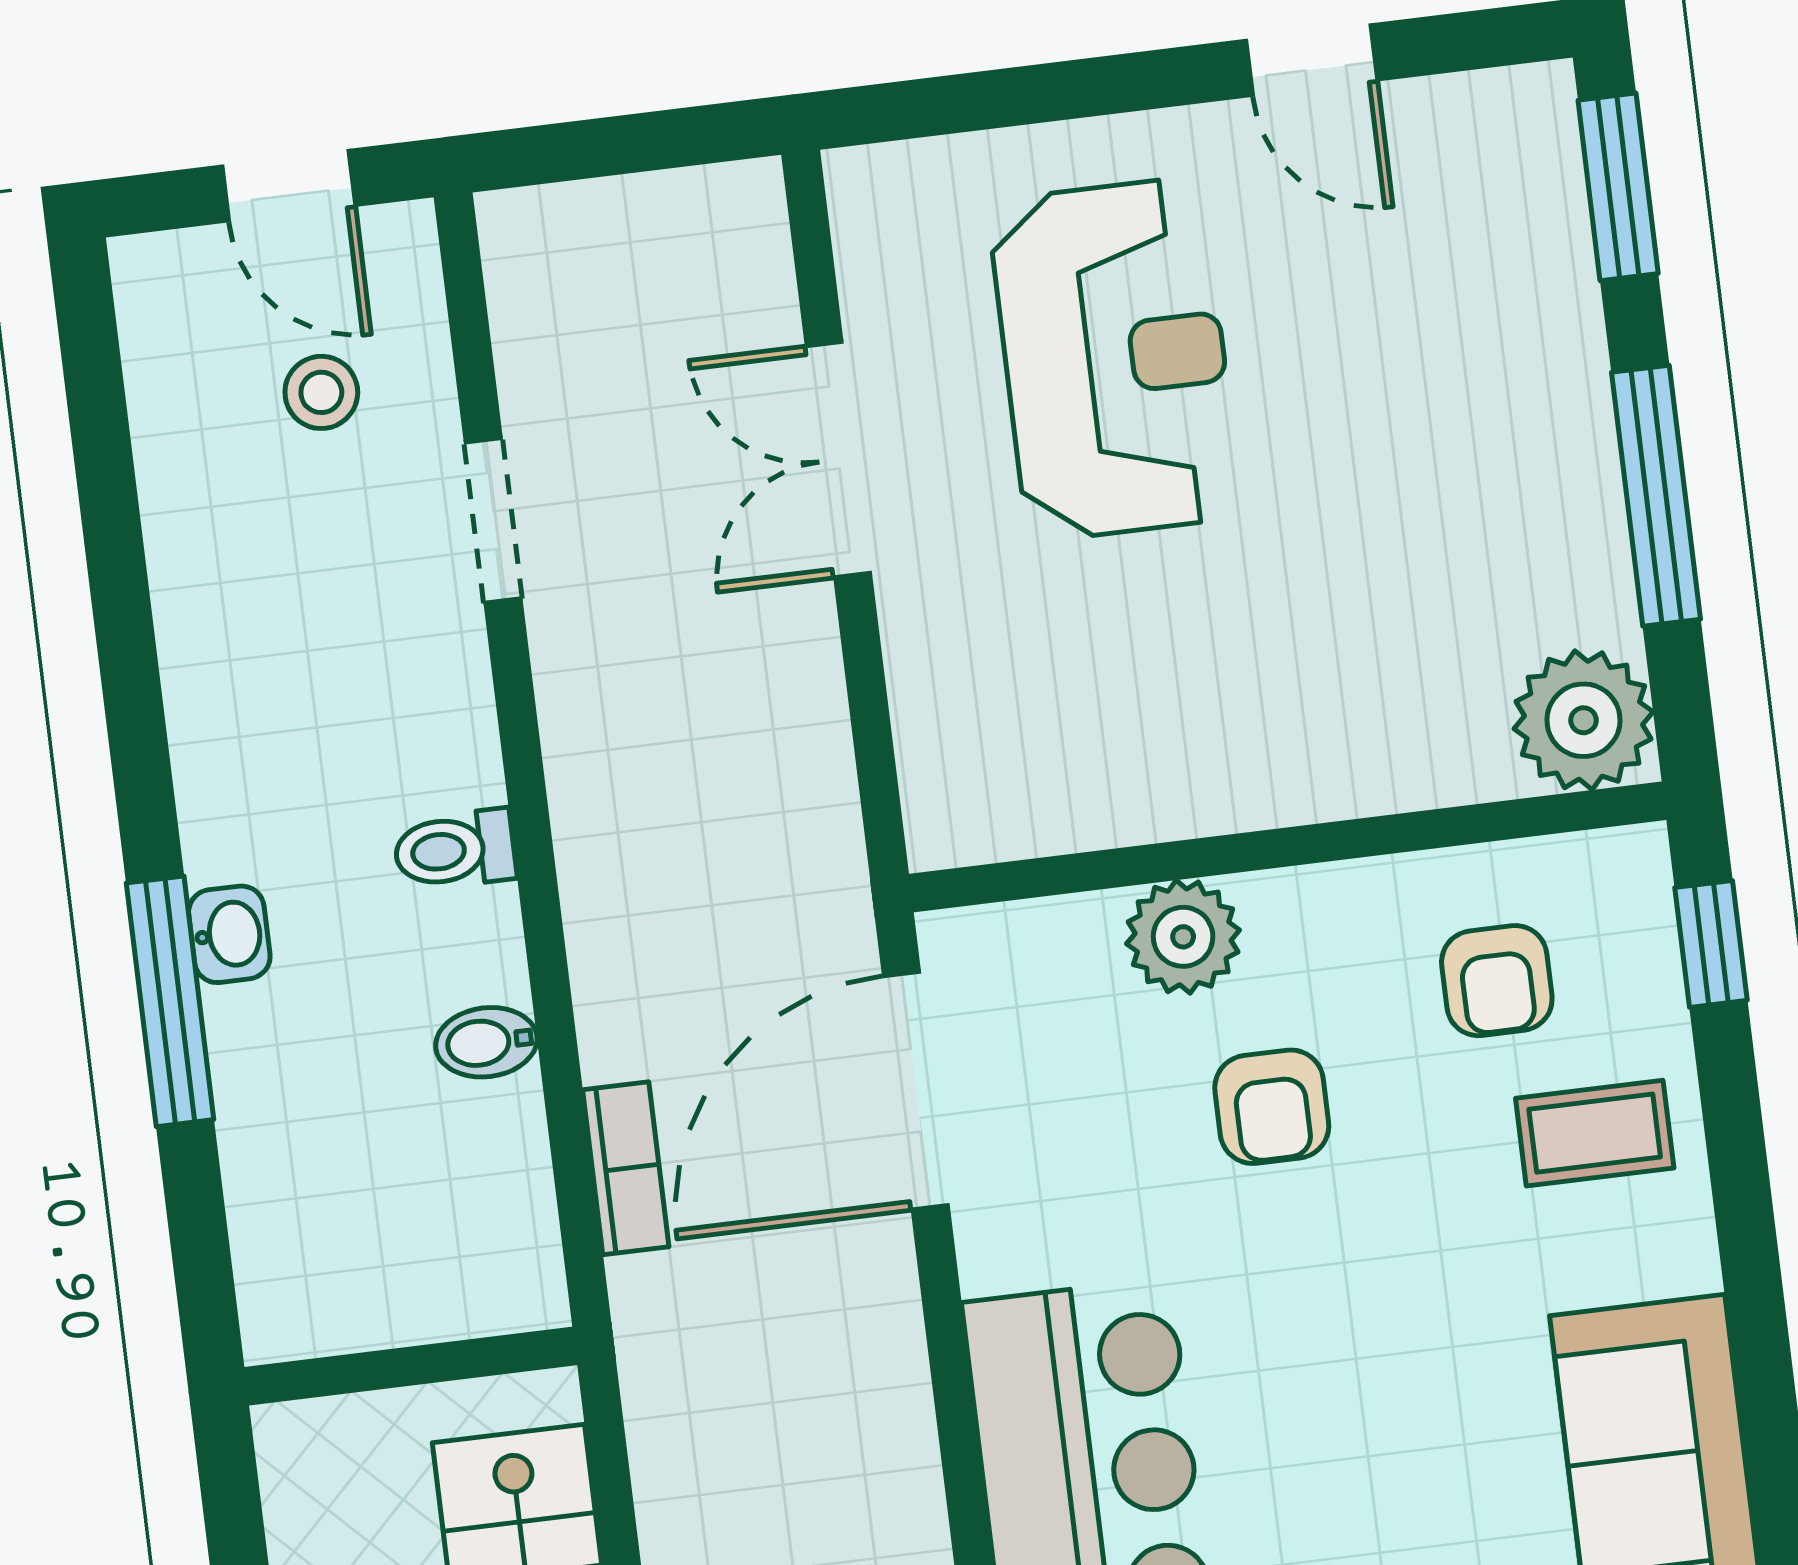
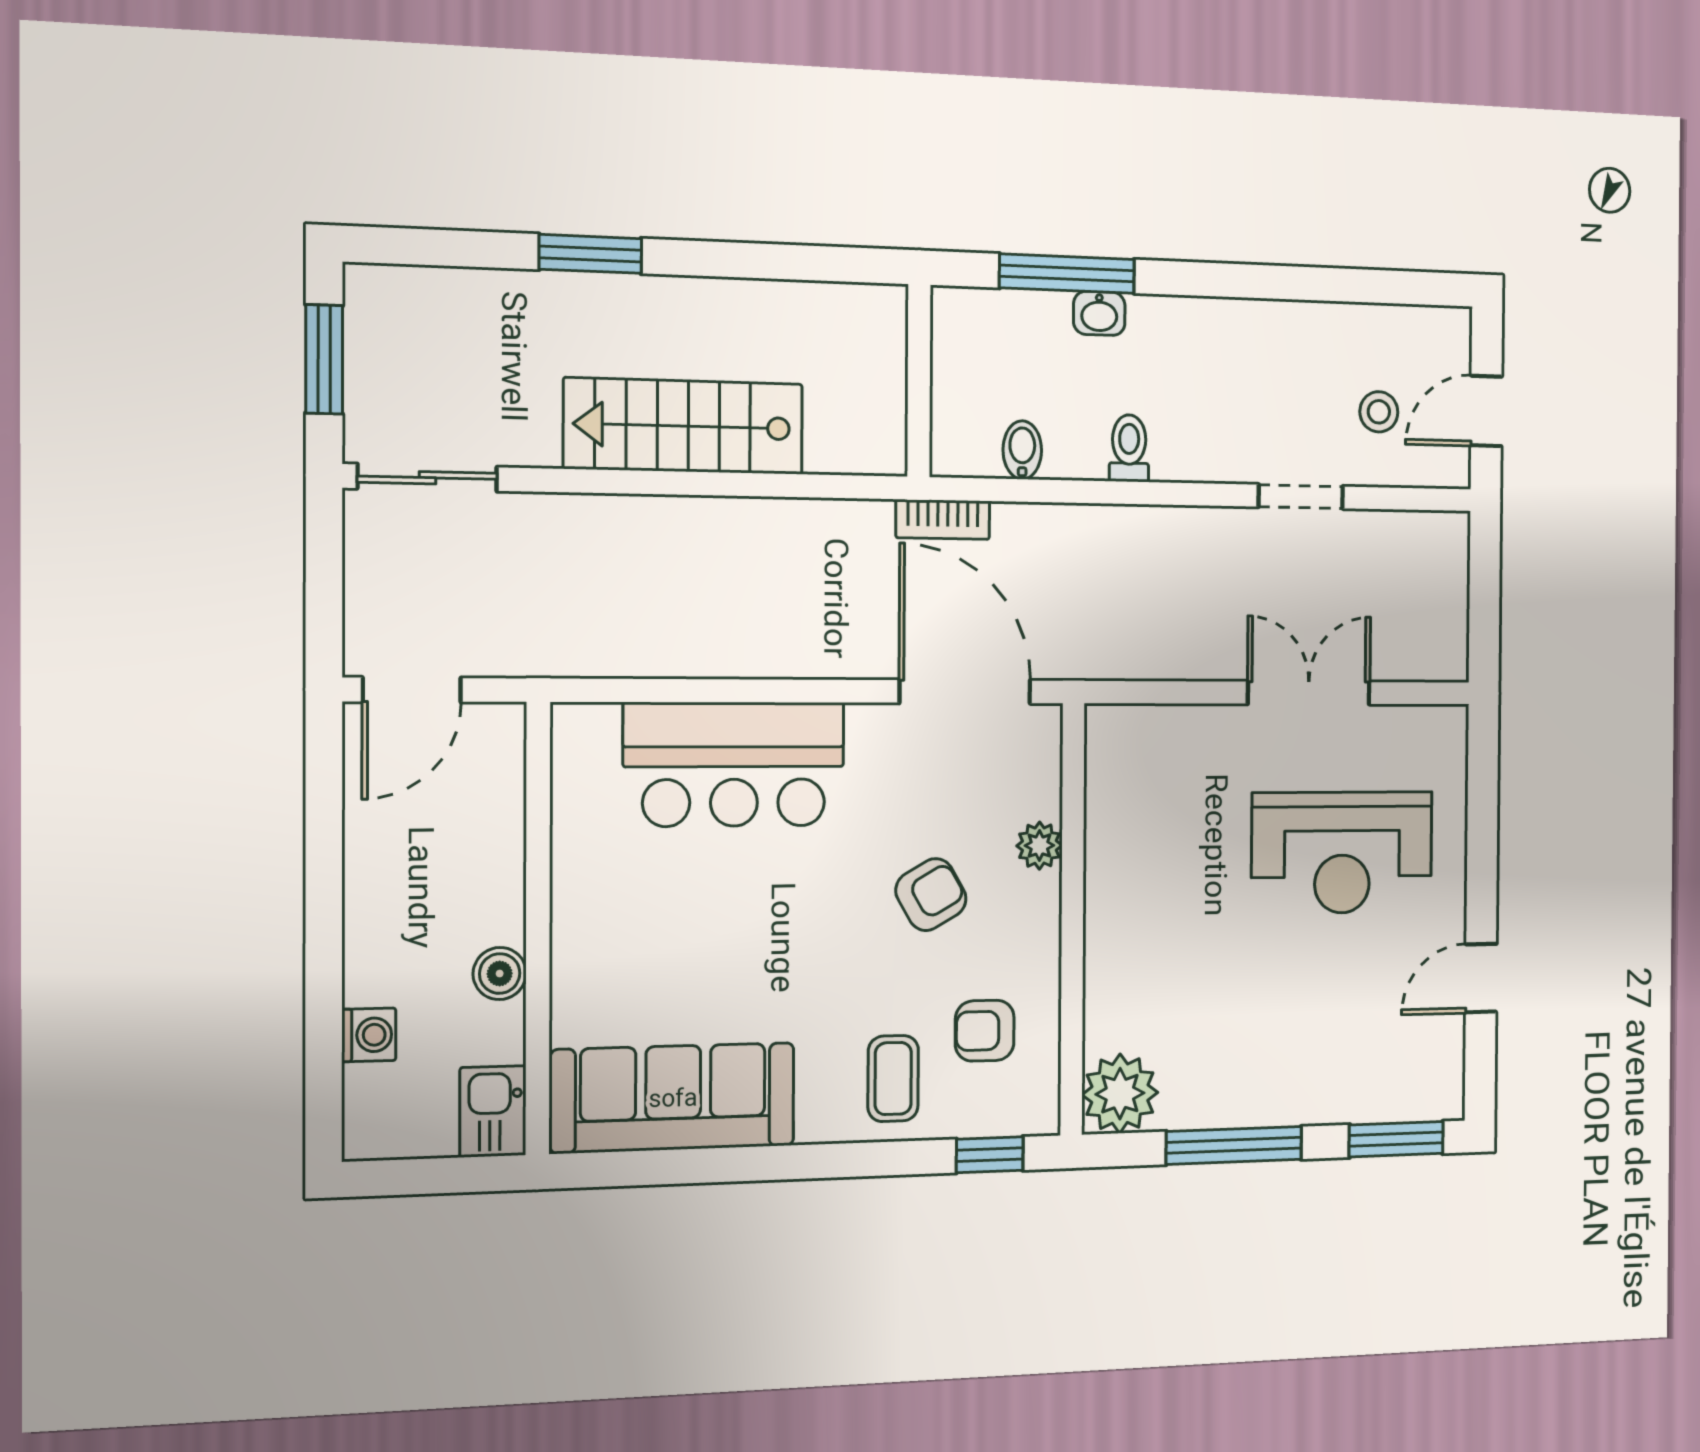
plant: (1183, 937) -> (1039, 846), width x0.73, depth x0.73
armchair: (1272, 1107) -> (931, 895), turned 150
wall: (411, 1366) -> (919, 381), moved

